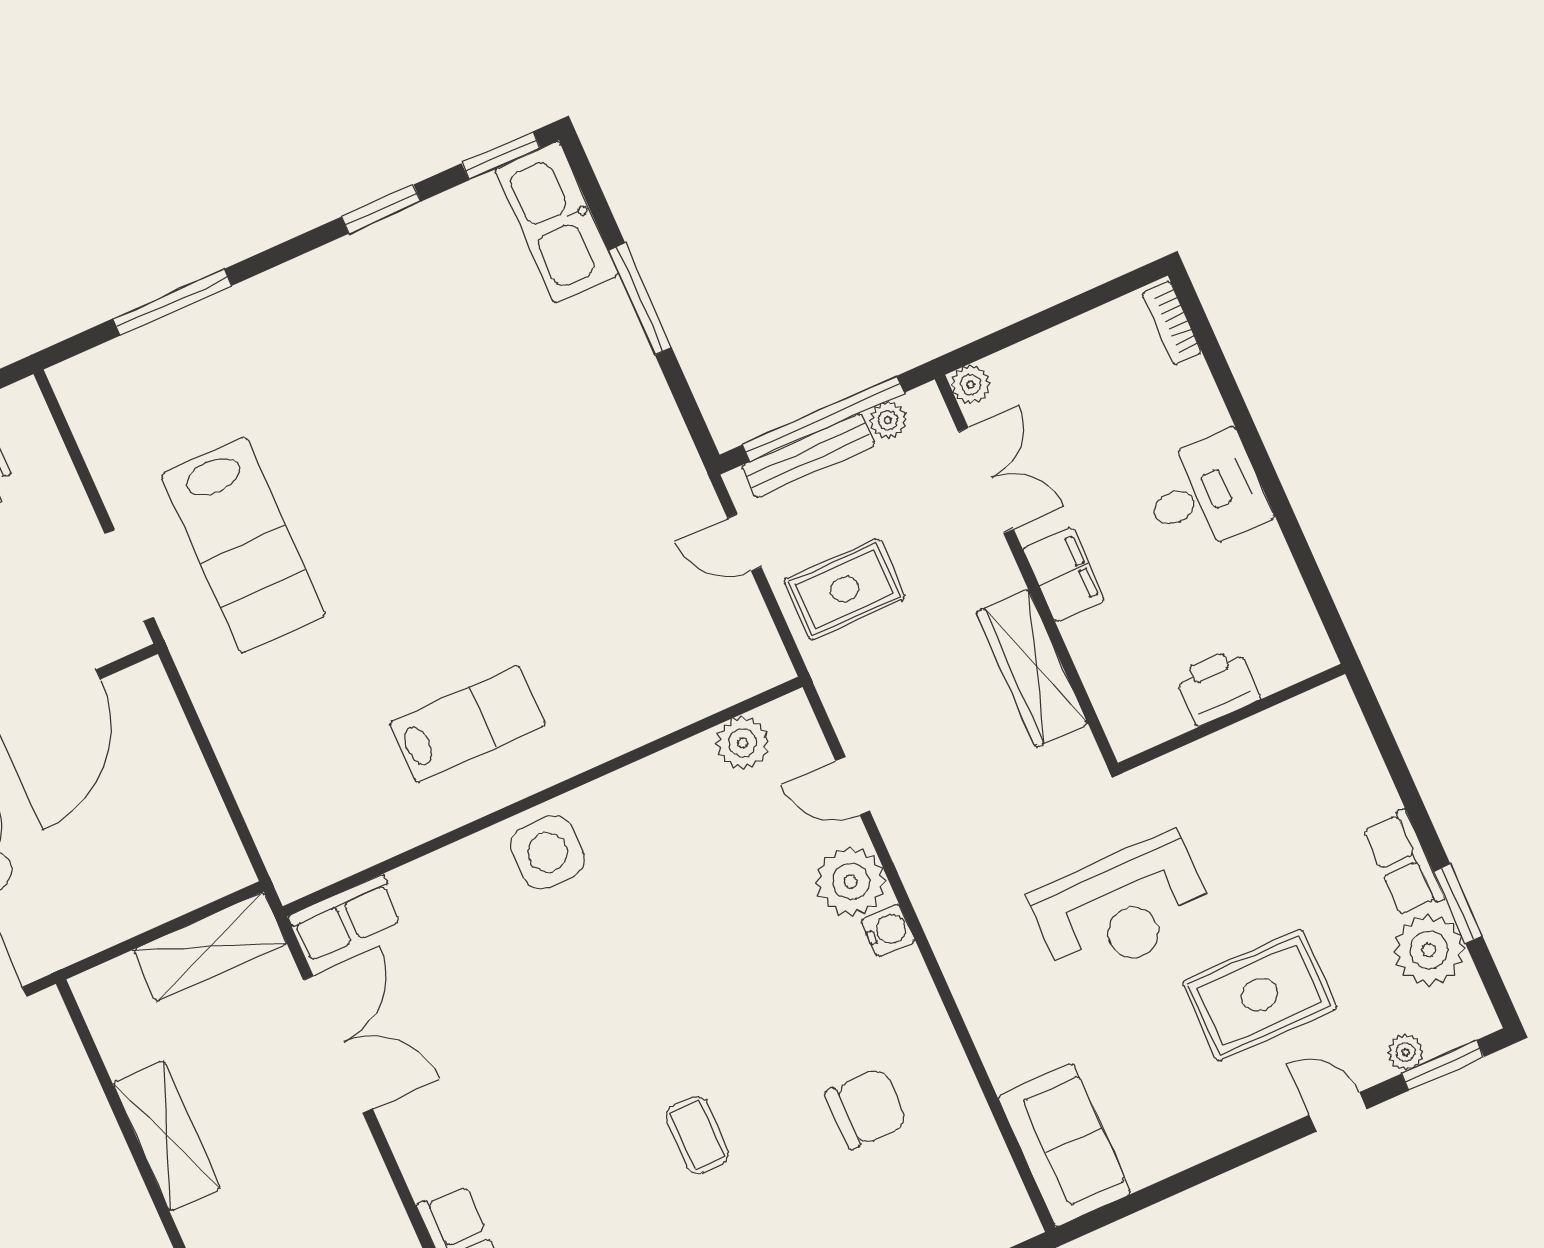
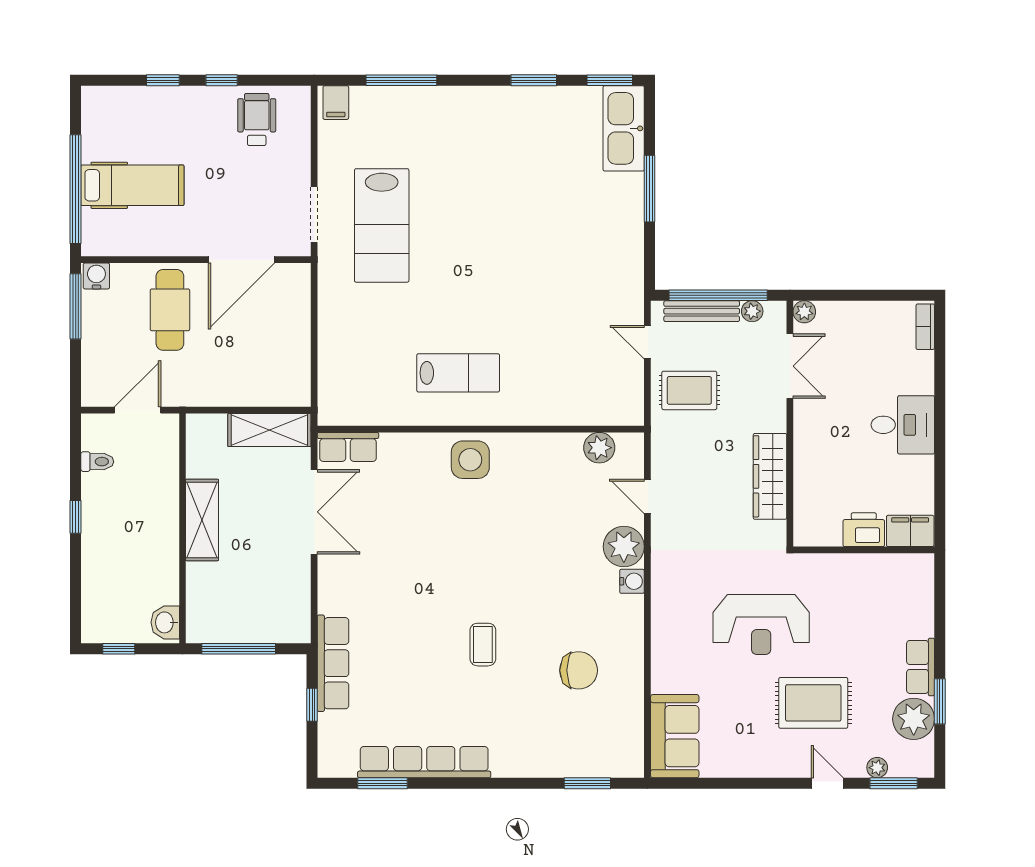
filing cabinet: (85, 383) -> (336, 103), added
filing cabinet: (1064, 575) -> (910, 531), moved, turned -90

